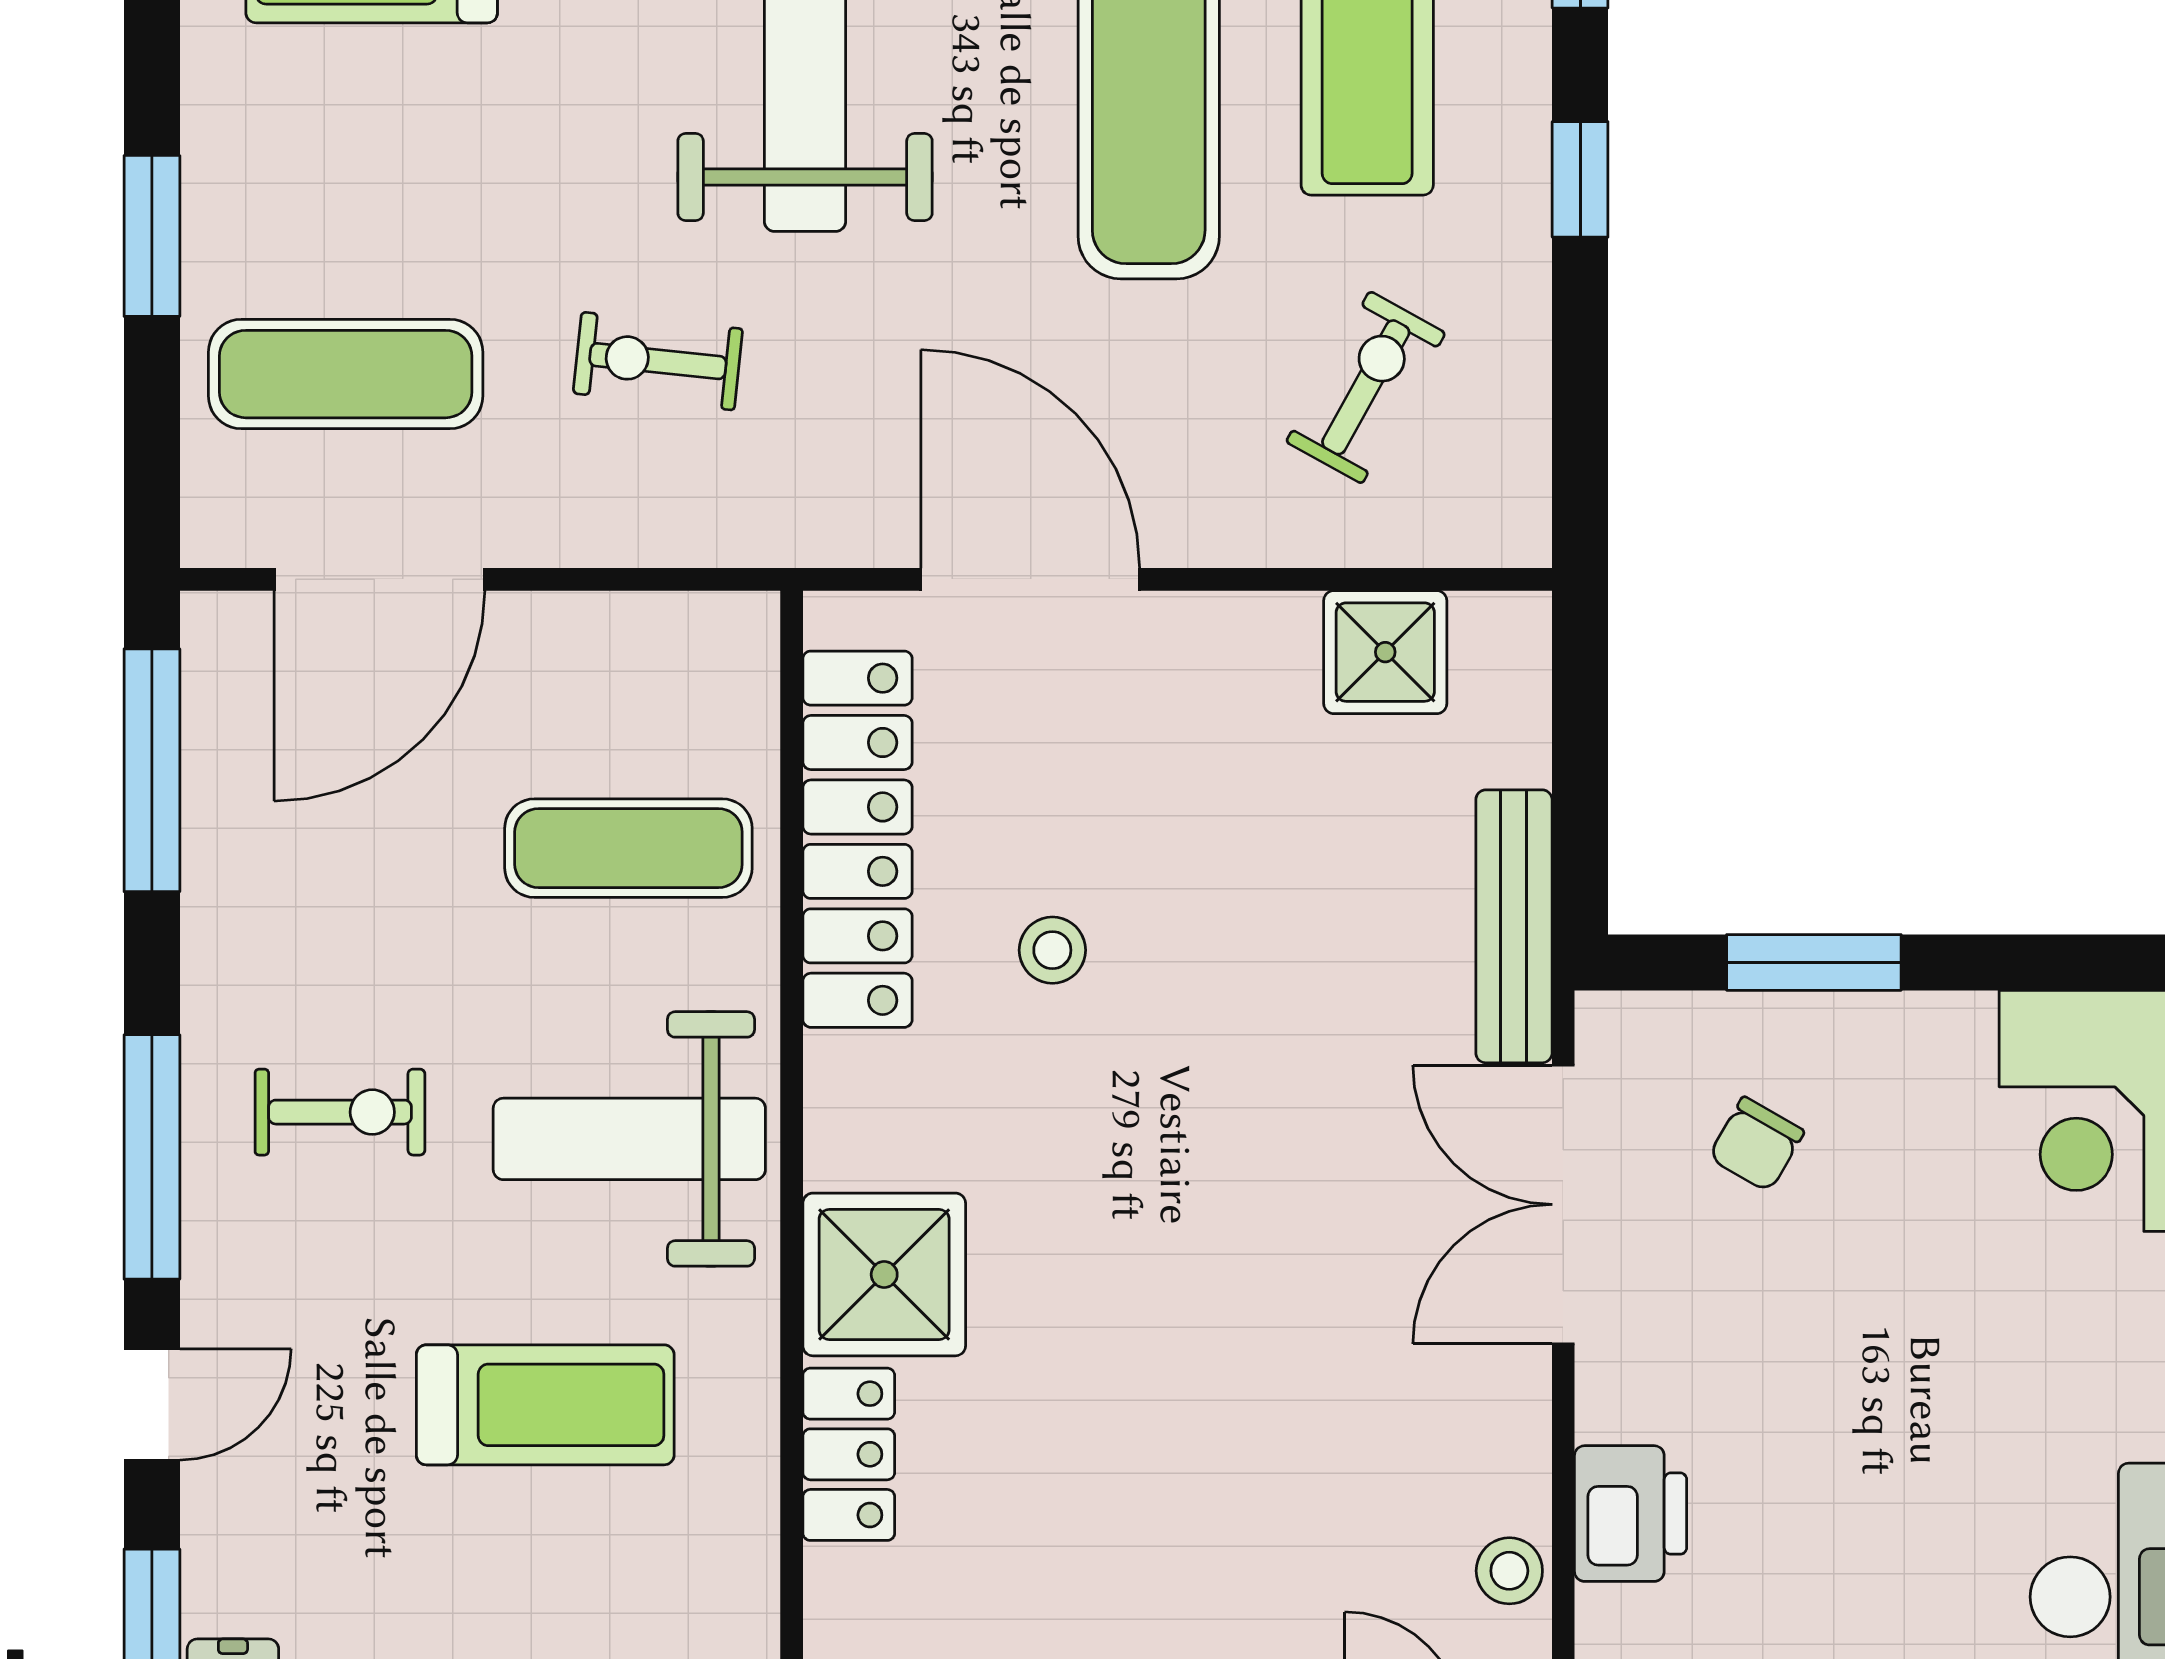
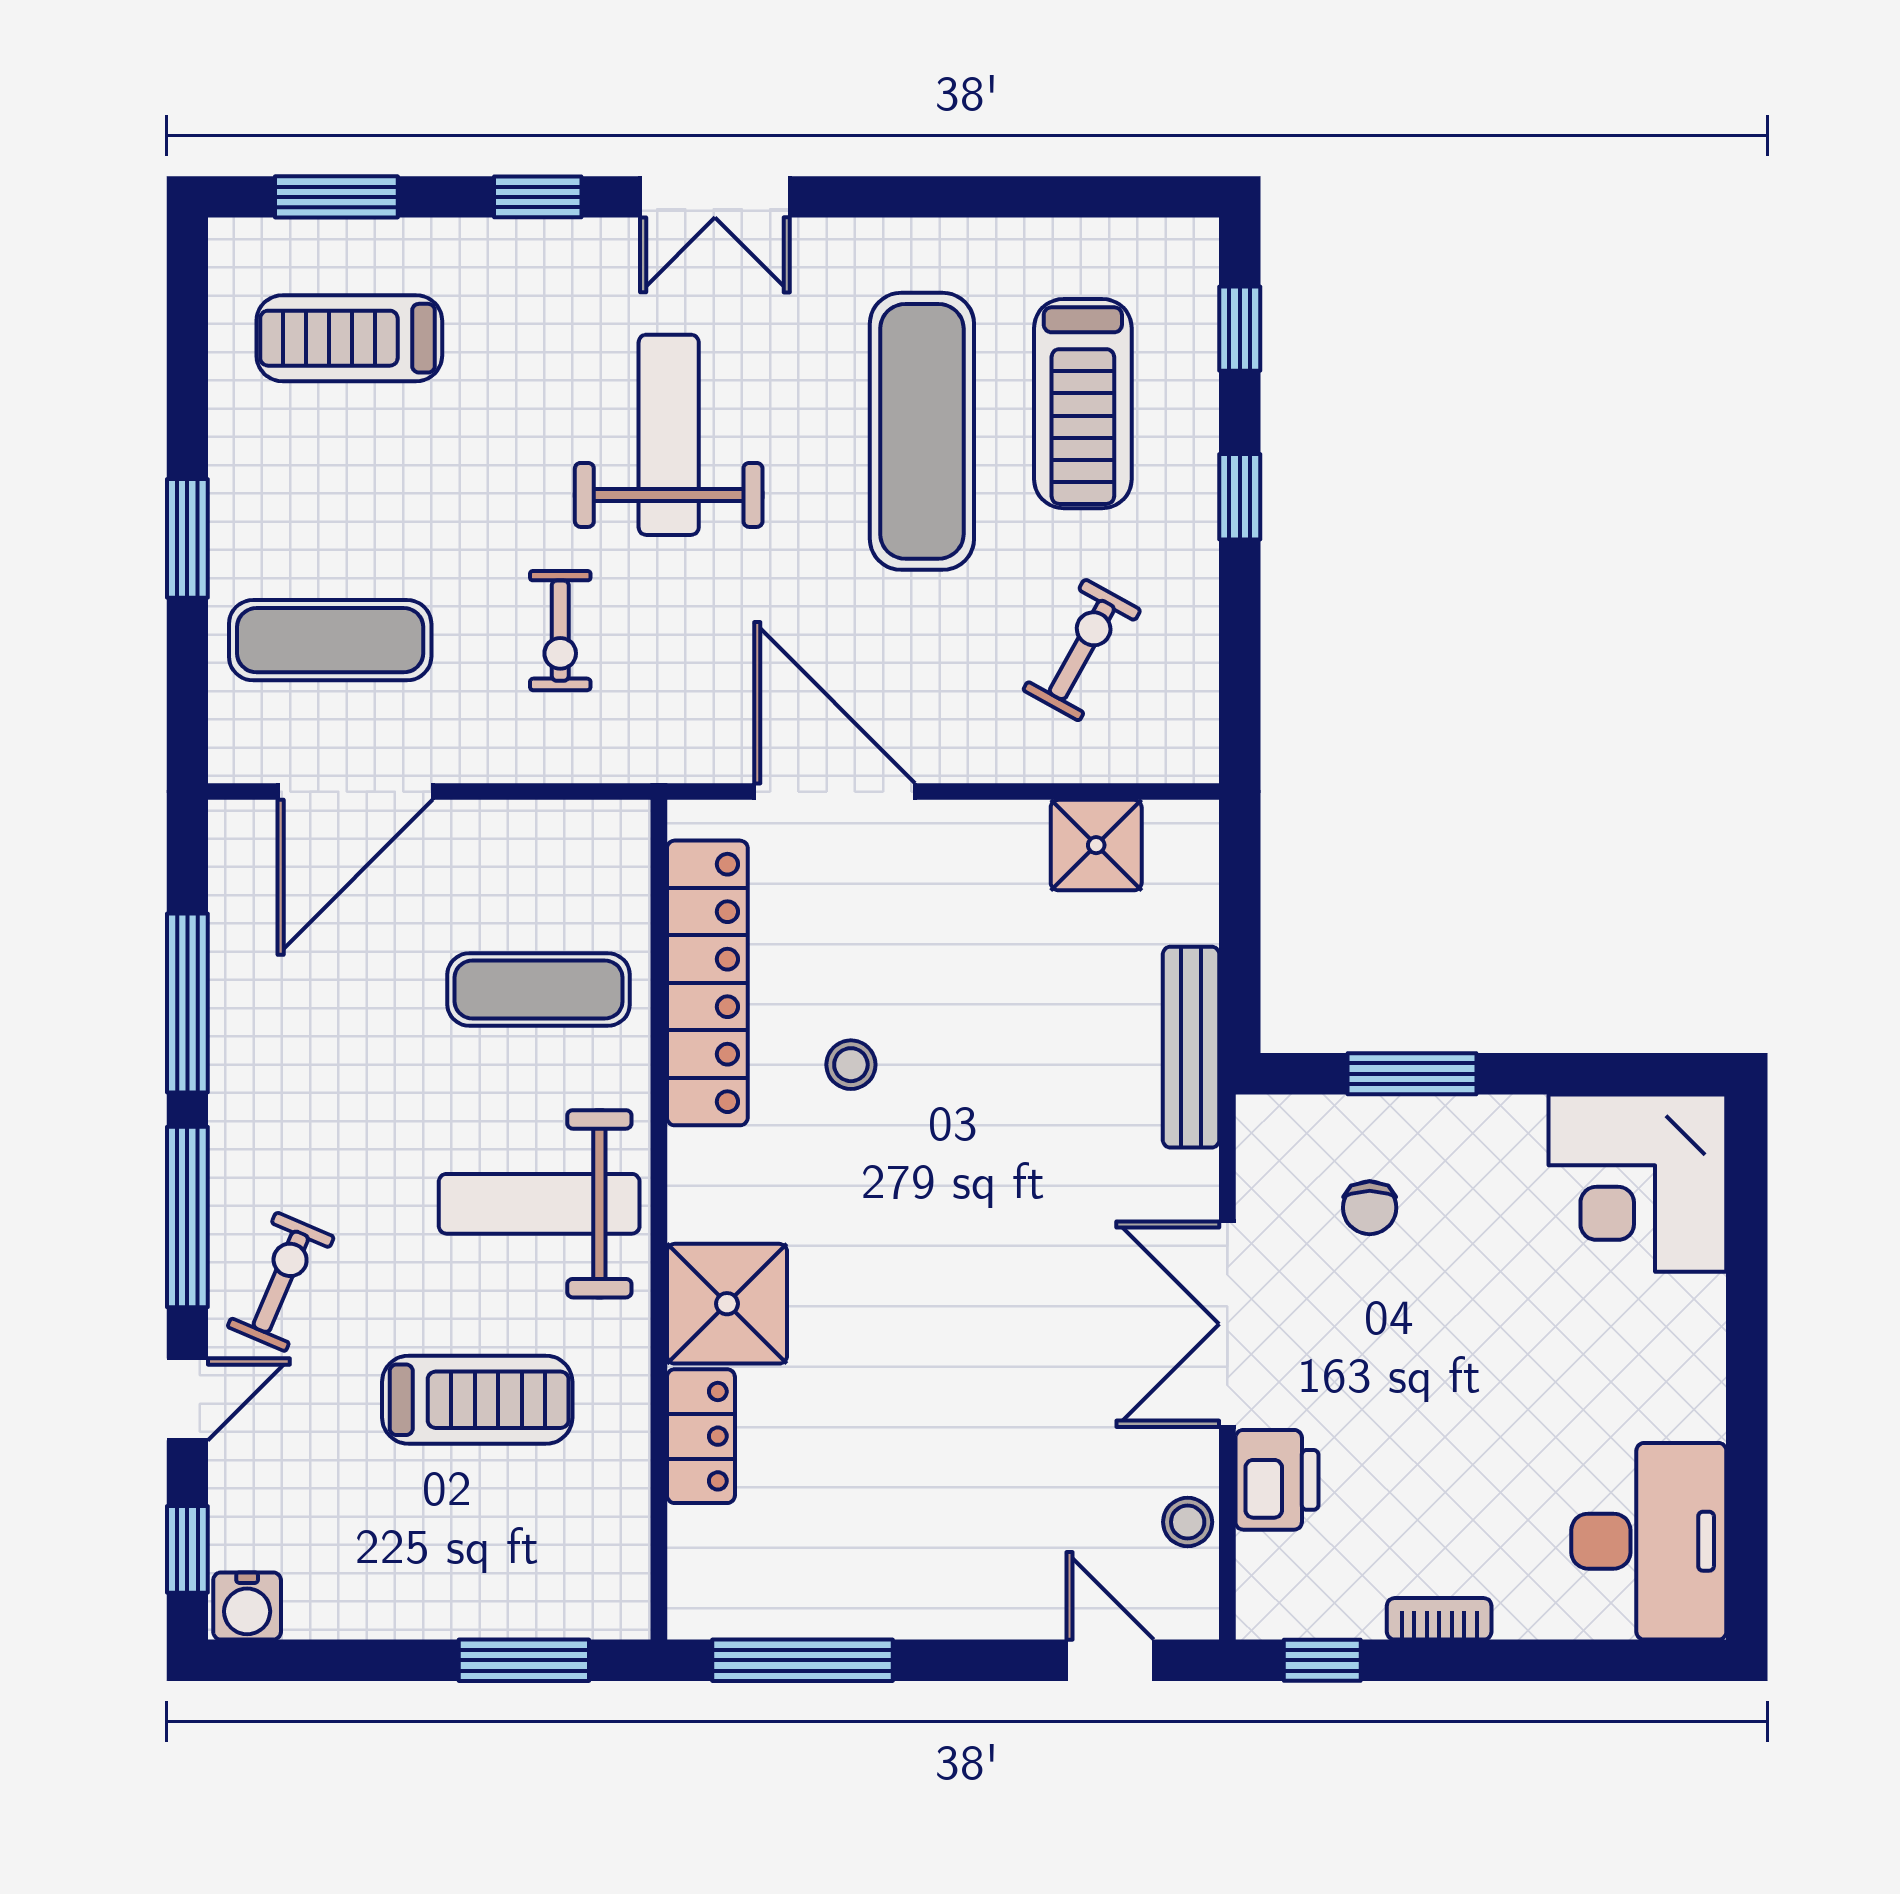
exercise bike: (658, 361) -> (560, 631), turned -96
window: (152, 770) -> (187, 1003), moved
exercise bike: (340, 1112) -> (281, 1282), moved, turned -67
chair: (1756, 1144) -> (1370, 1208), turned -30
double door: (1563, 1204) -> (1227, 1324), moved

